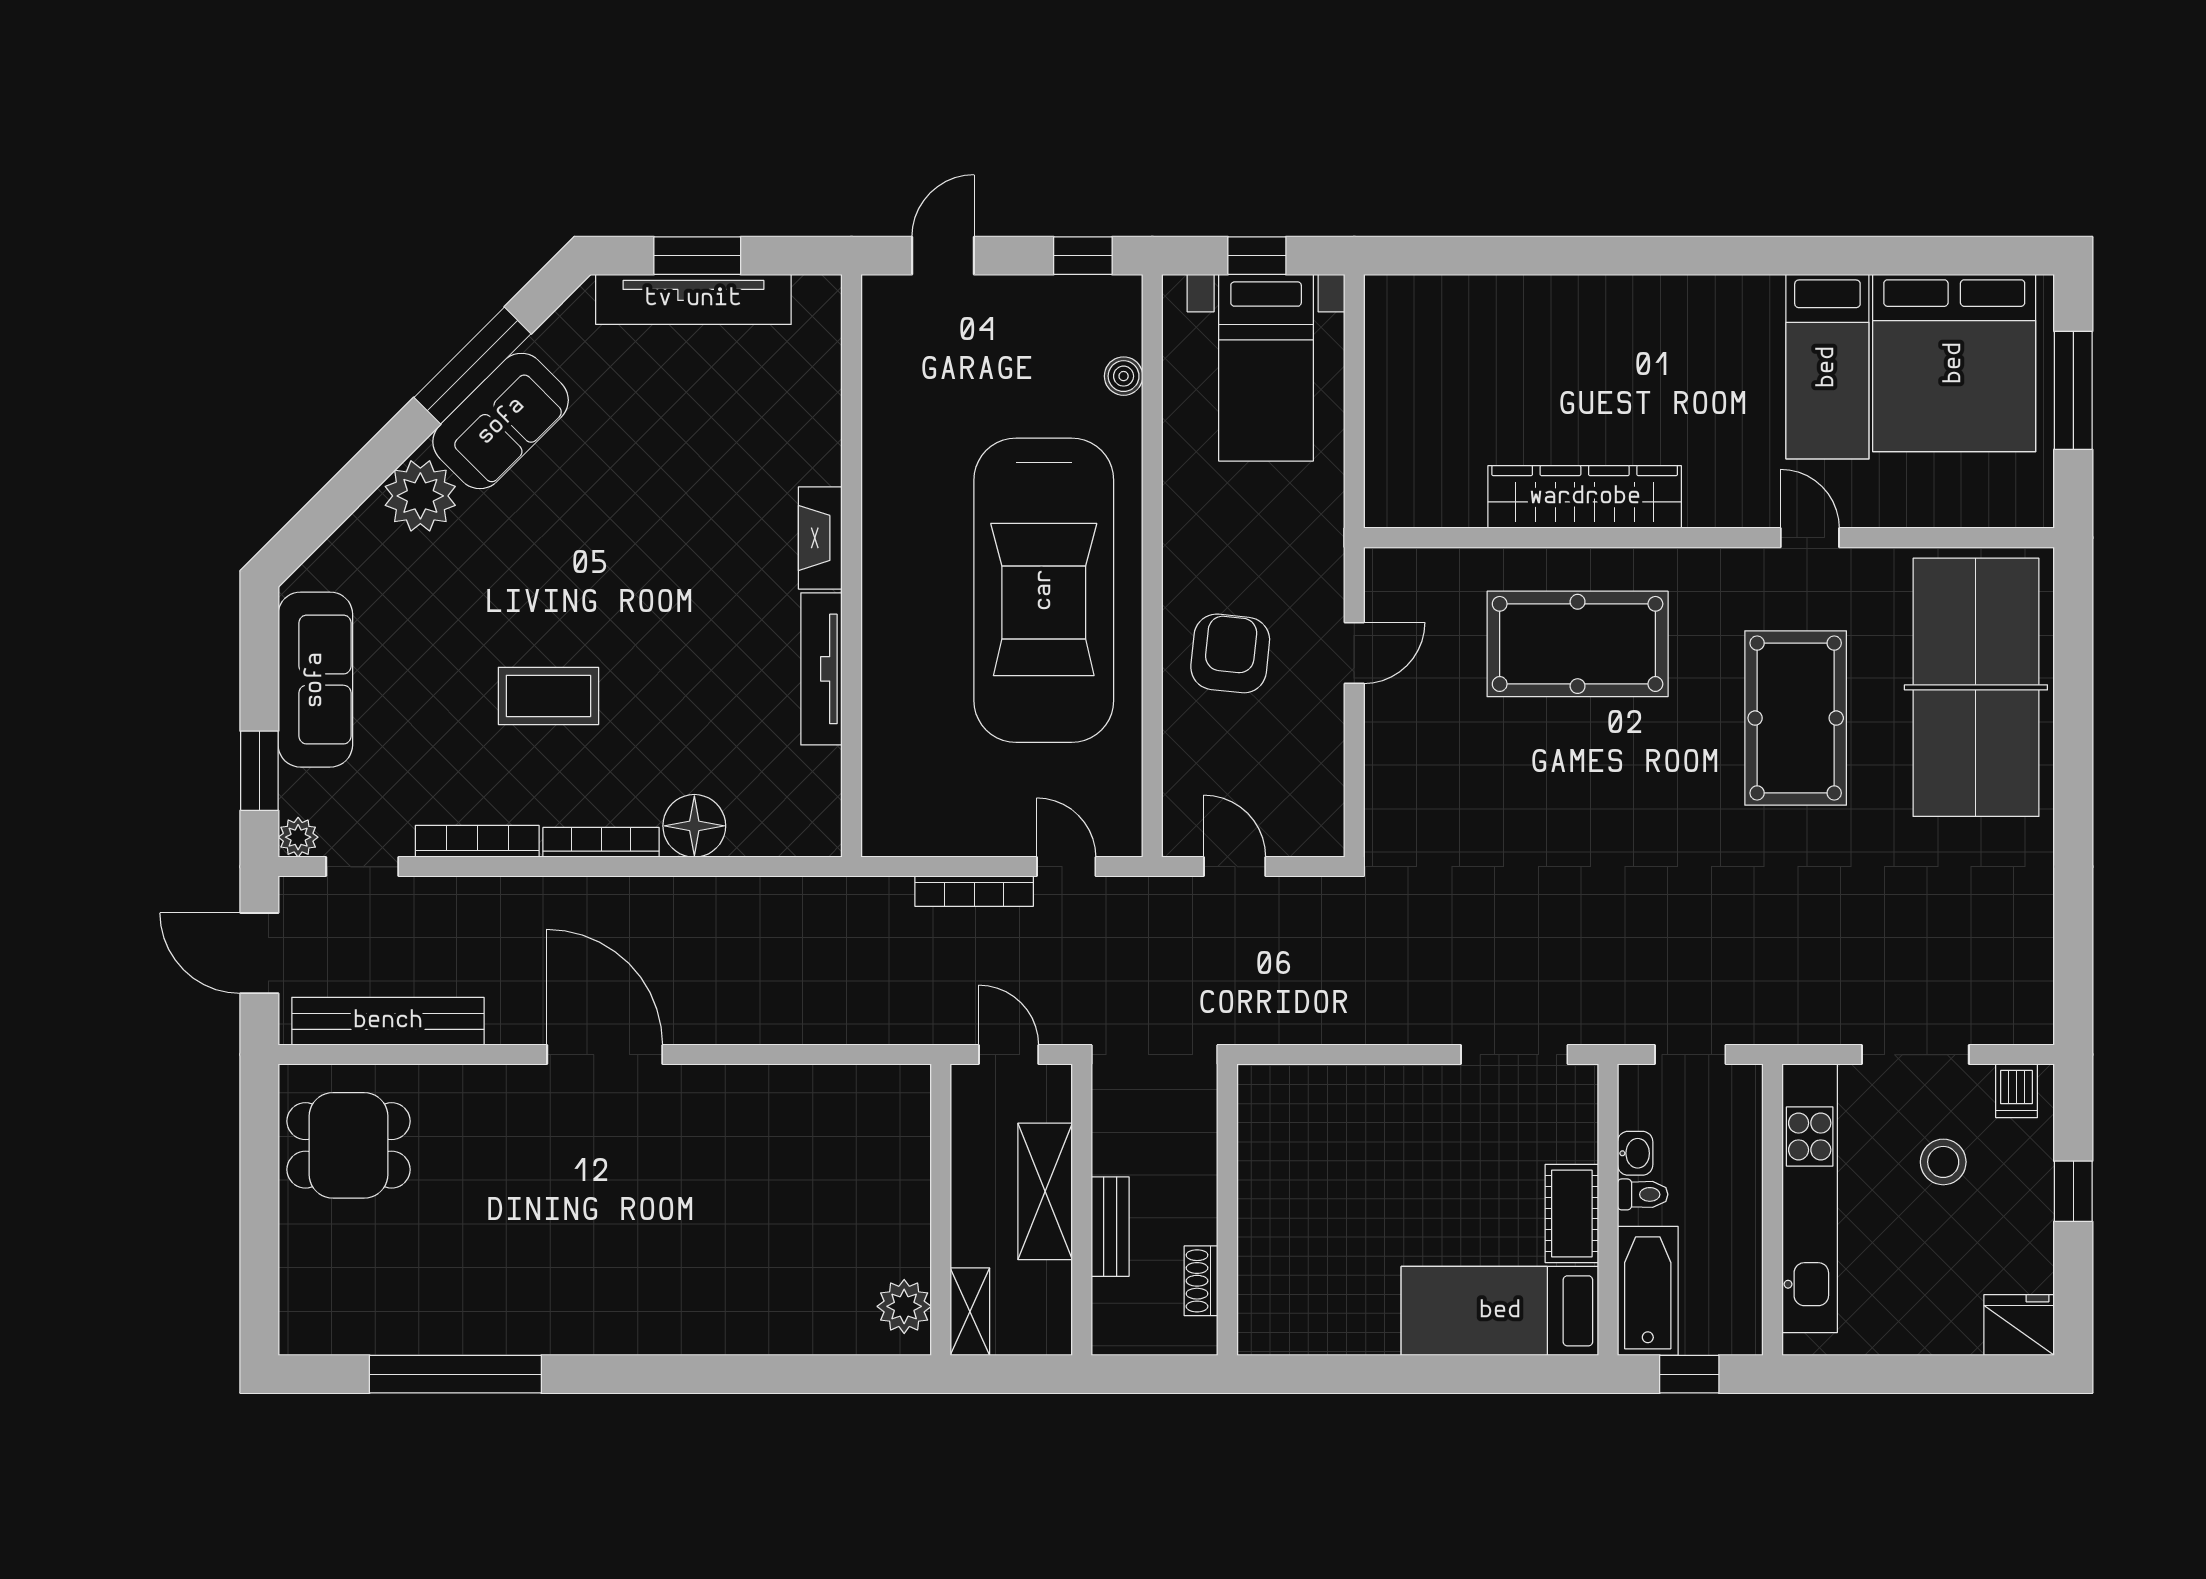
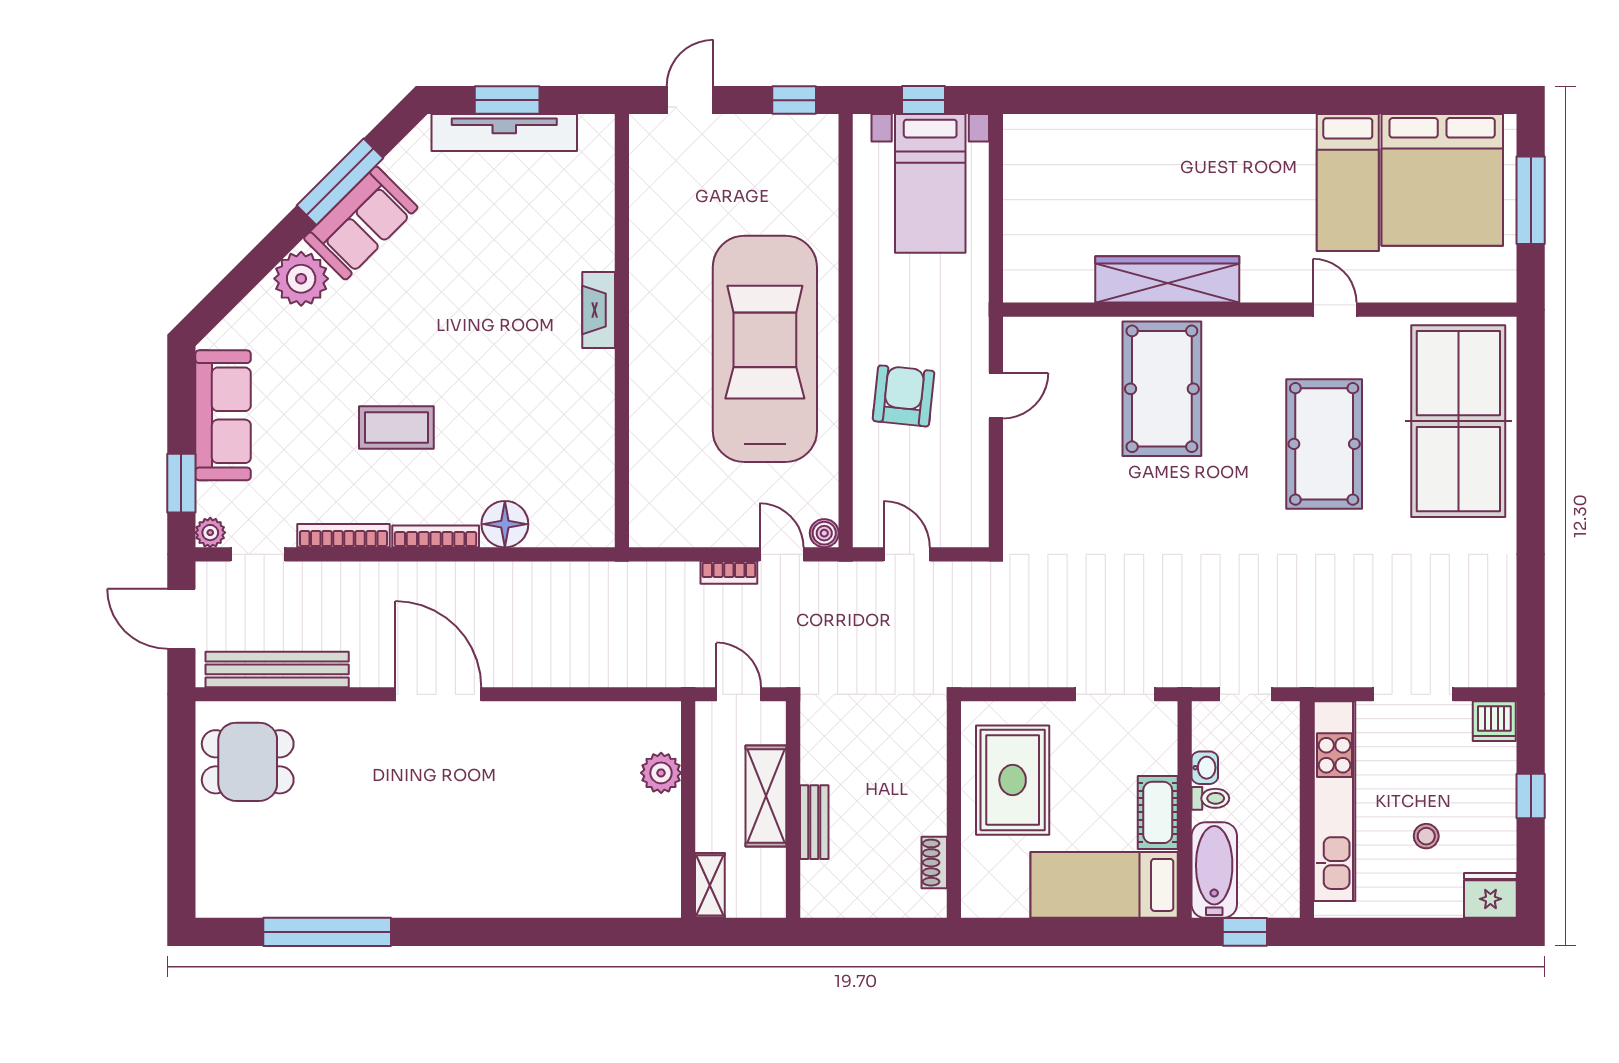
boiler: (1124, 376) -> (824, 533), moved
car: (1044, 590) -> (765, 349), turned 180
pool table: (1578, 644) -> (1162, 389), turned 90
tv unit: (821, 669) -> (599, 407), removed
bookcase: (974, 891) -> (729, 573), width x0.64
dishwasher: (2017, 1091) -> (1494, 721), width x1.38
stool: (1943, 1162) -> (1426, 836), moved, width x0.73, depth x0.73
rug: (1377, 1170) -> (1013, 780), added
wall: (1227, 1210) -> (954, 810), moved
shoe rack: (1201, 1281) -> (934, 863), moved
plant: (904, 1306) -> (661, 773), moved

